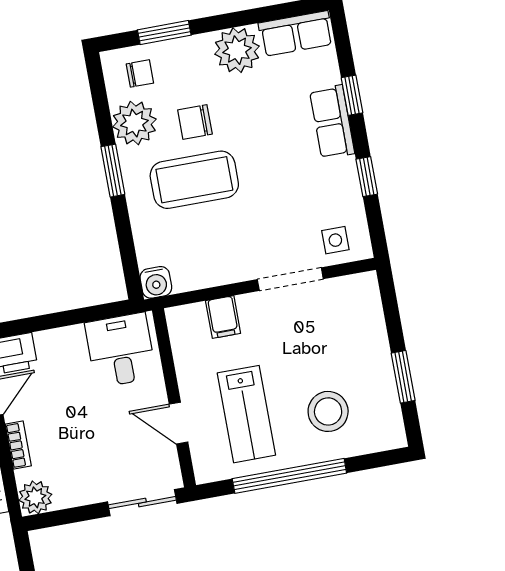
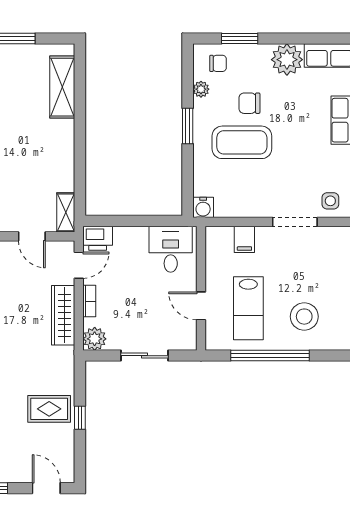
plant: (134, 123) -> (201, 89), width x0.53, depth x0.53
sliding door: (142, 503) -> (144, 356), moved

